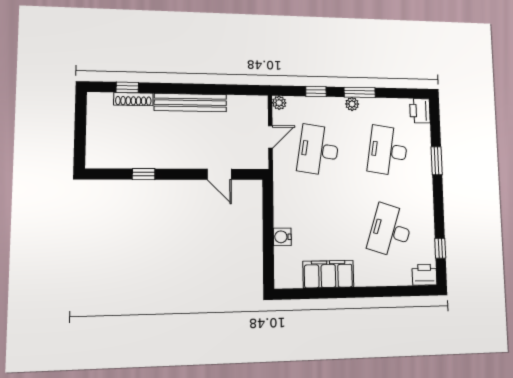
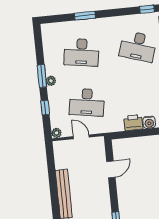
printer: (420, 111) -> (133, 123), moved, turned 180

